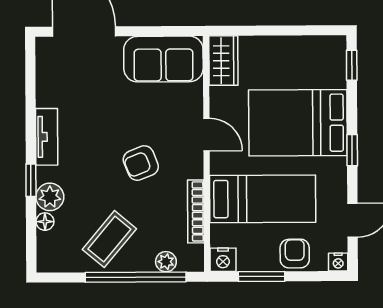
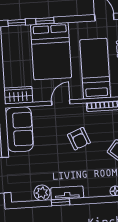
window: (352, 150) -> (45, 21), moved
window: (31, 180) -> (60, 202), moved
plant: (50, 197) -> (42, 193), moved

